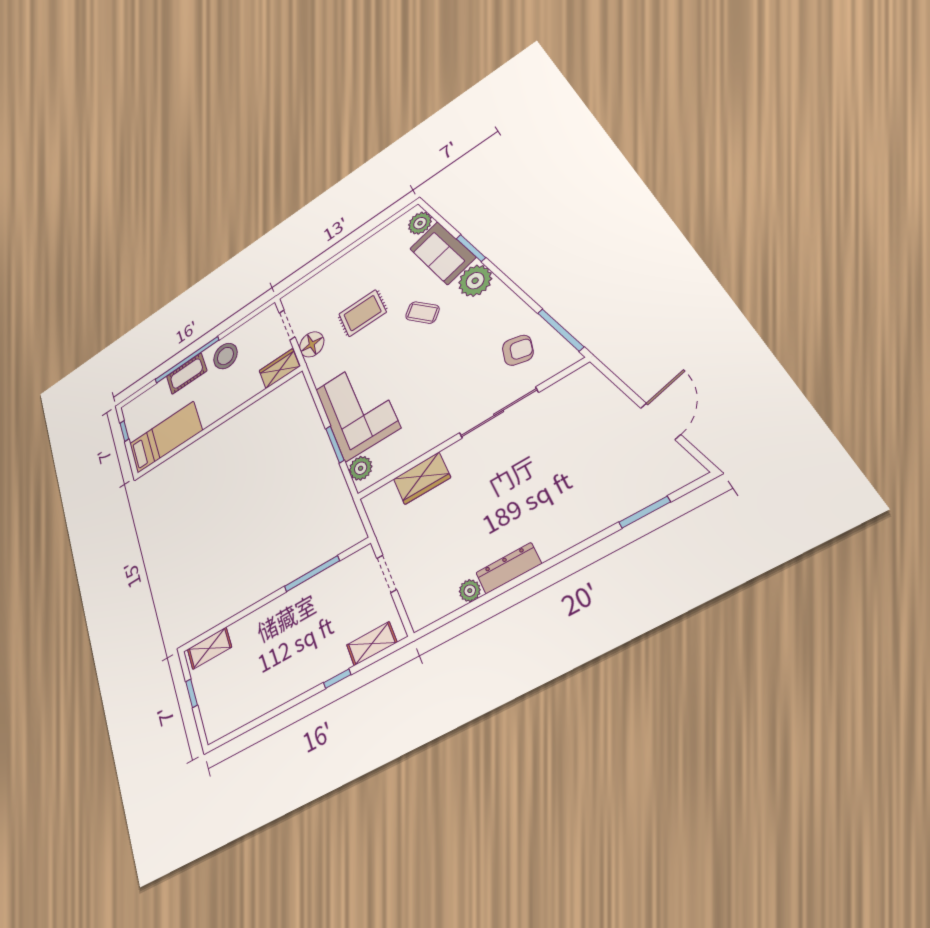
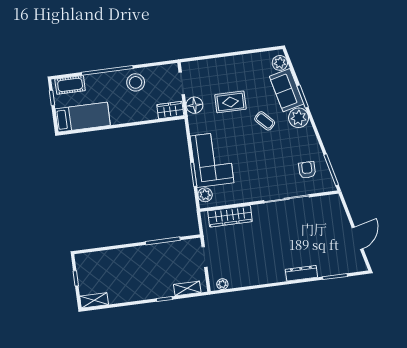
armchair: (518, 350) -> (307, 170), turned -105
cot: (187, 374) -> (70, 85), moved
wardrobe: (422, 478) -> (230, 216), width x1.50
dresser: (509, 568) -> (301, 273), moved
plant: (470, 591) -> (222, 284), moved
shelving: (209, 648) -> (94, 300), moved

